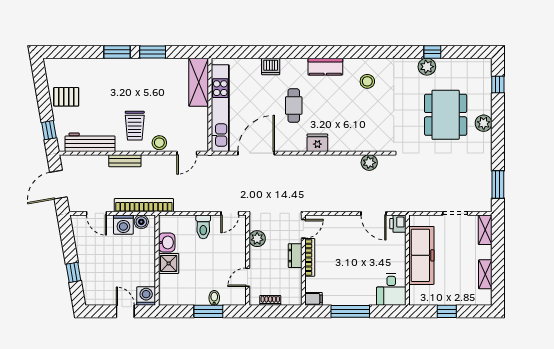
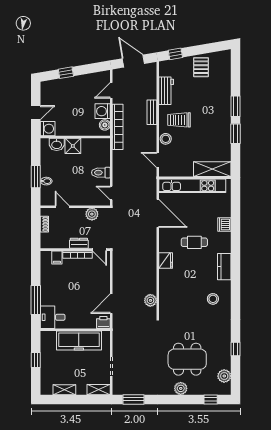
plant: (427, 67) -> (224, 376), moved
workbench: (90, 142) -> (166, 91), width x0.73
washbasin: (167, 243) -> (57, 144), moved
filing cabinet: (314, 299) -> (57, 257), moved
window: (350, 311) -> (36, 300), moved

